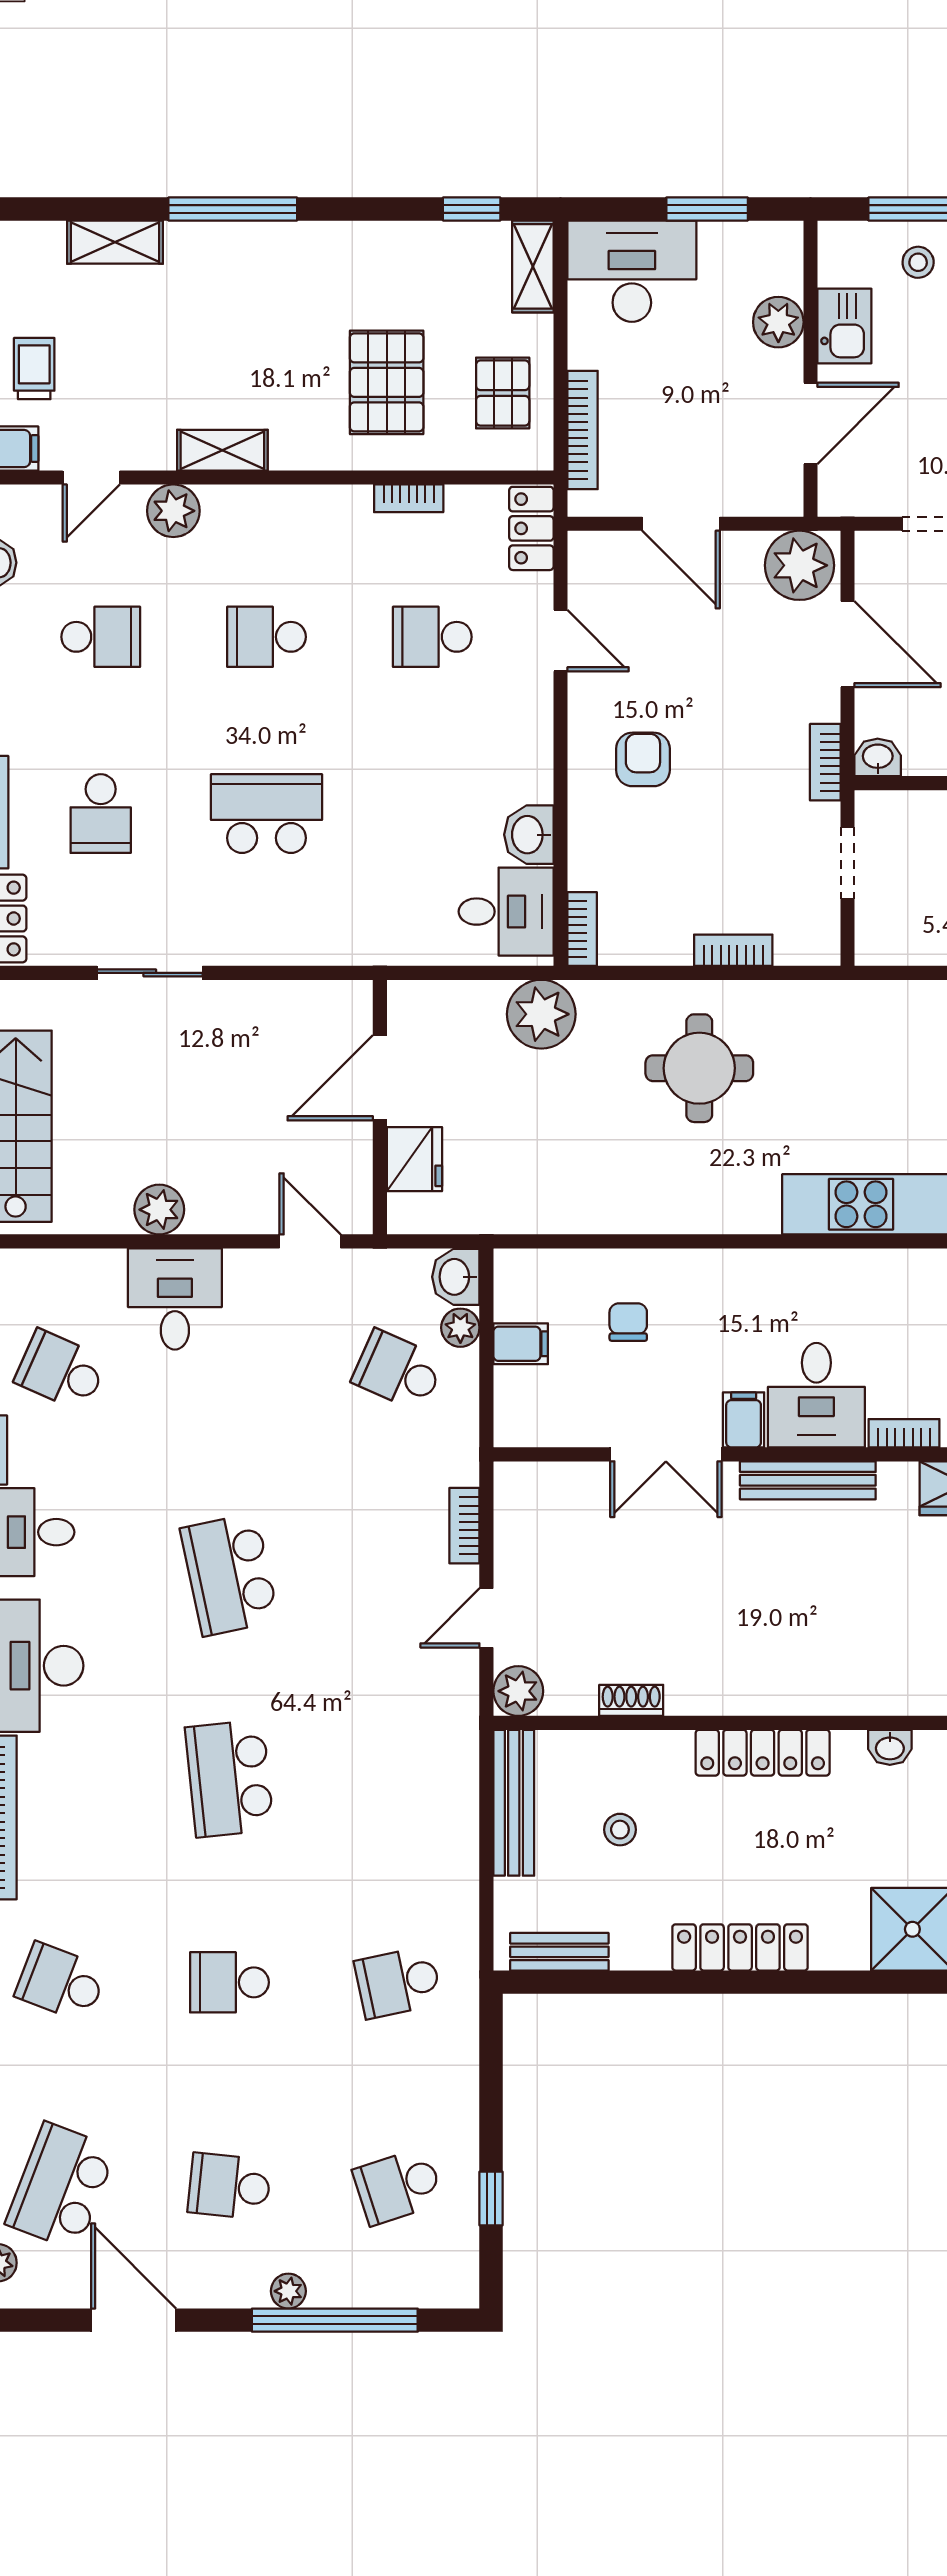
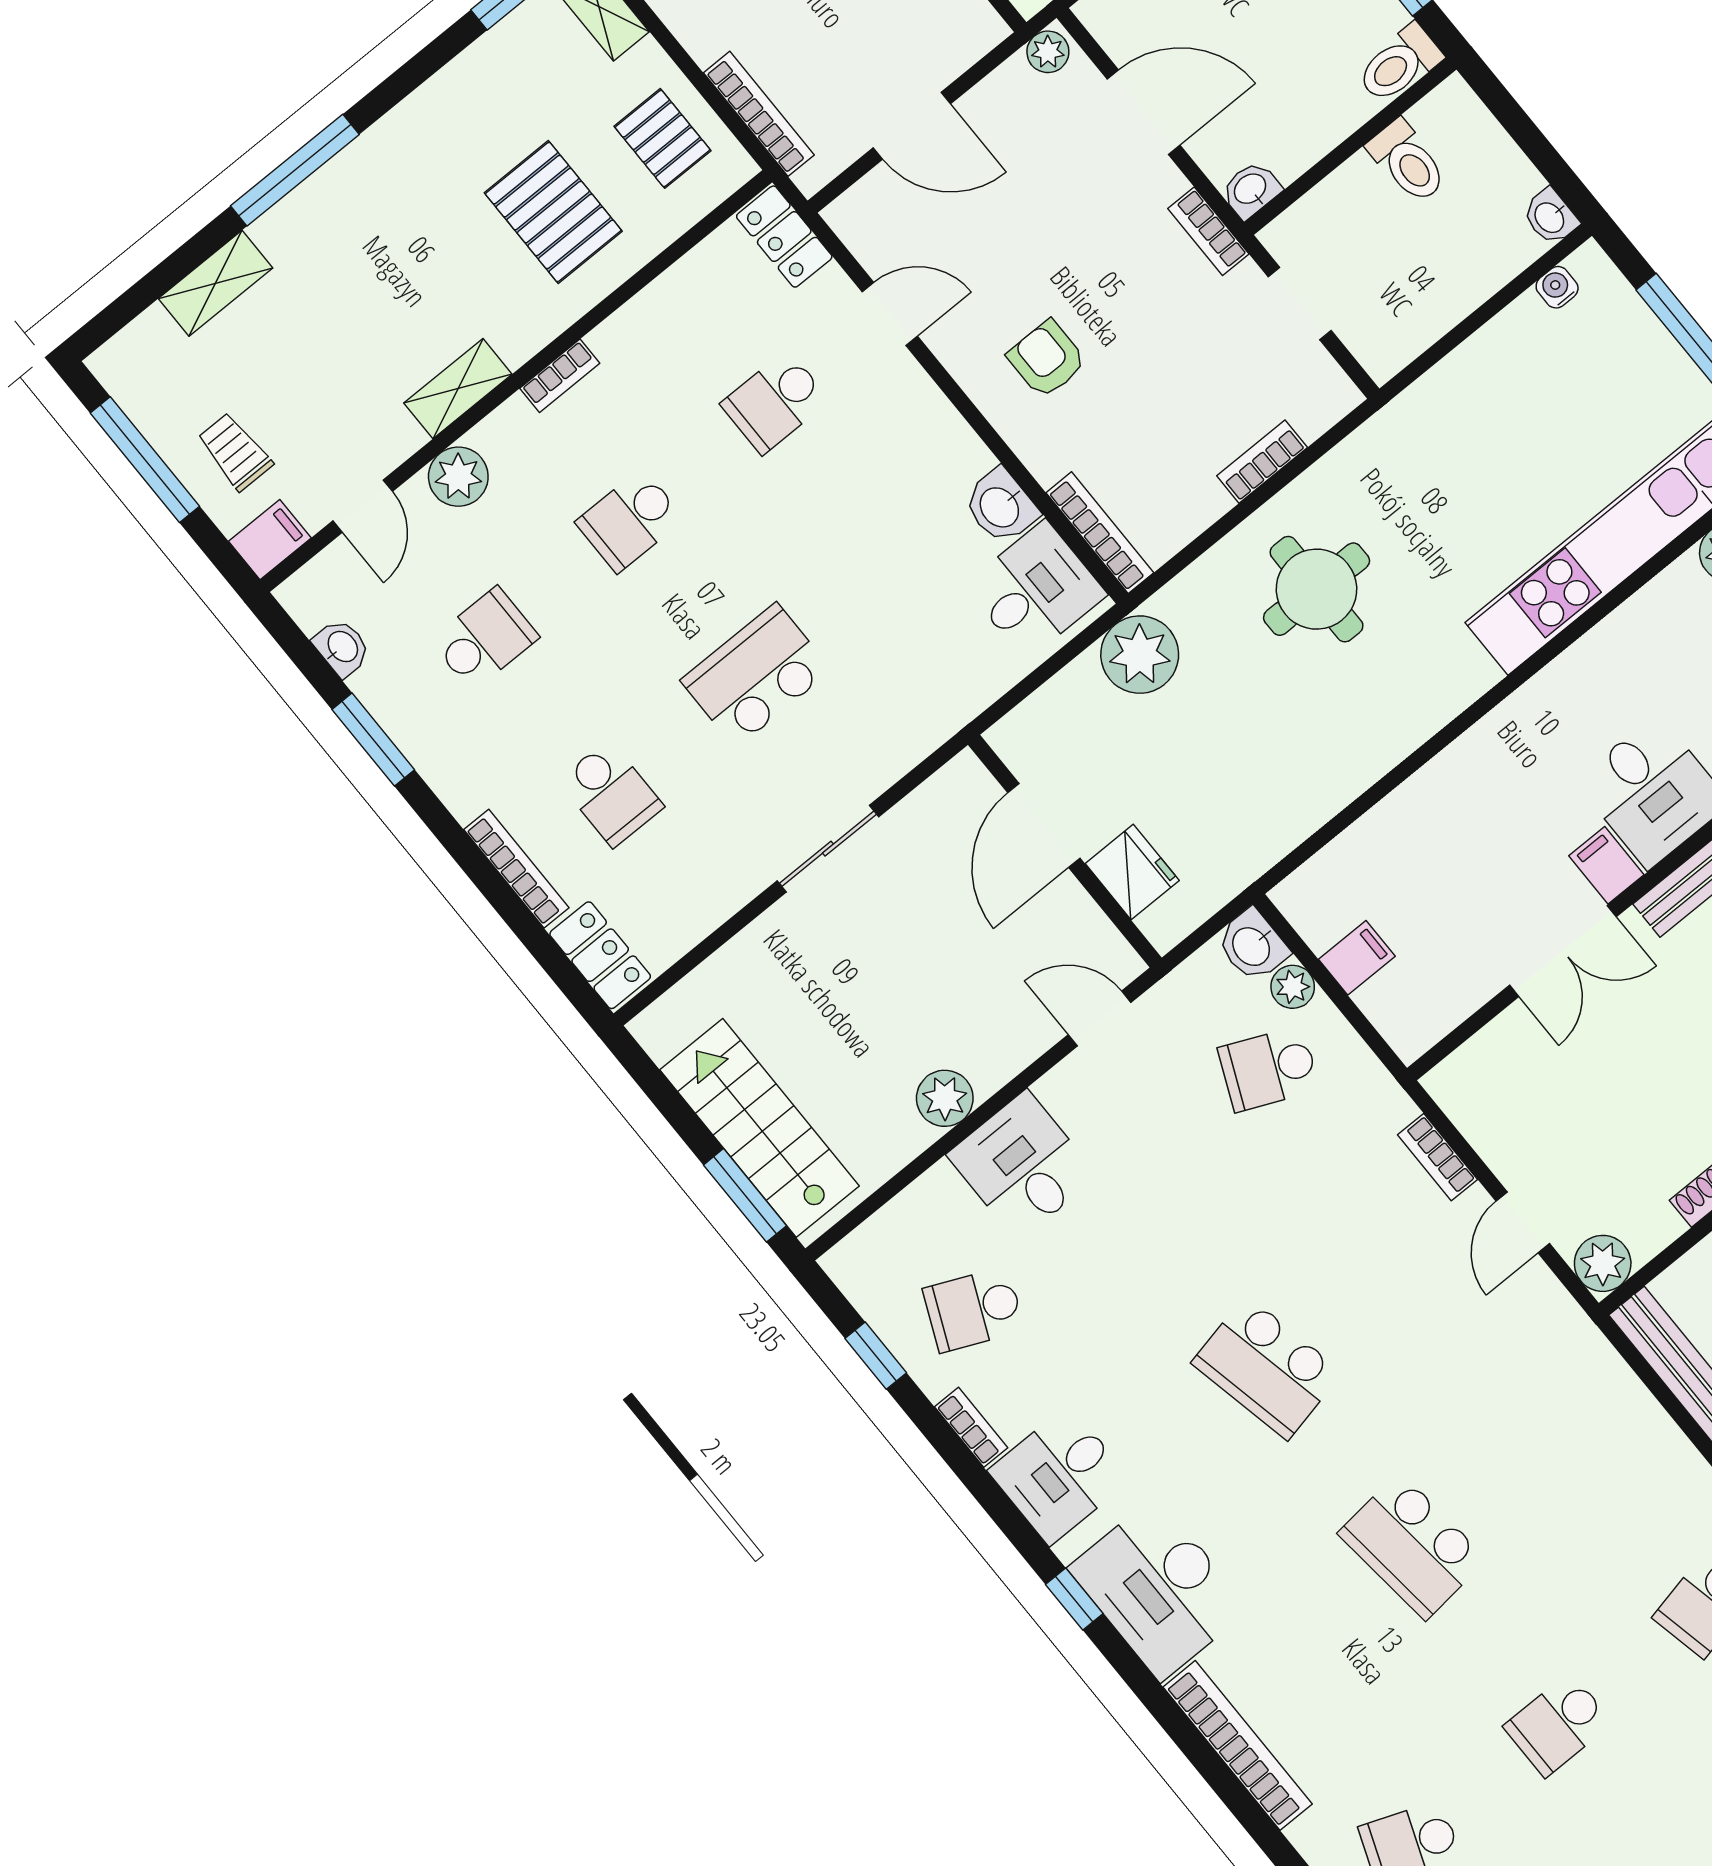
bookcase: (409, 498) -> (560, 376), moved
plant: (799, 565) -> (1048, 52), width x0.53, depth x0.53
bookcase: (582, 929) -> (1100, 533), width x1.56
sliding door: (150, 973) -> (828, 849), moved
chair: (628, 1322) -> (1436, 862), removed

